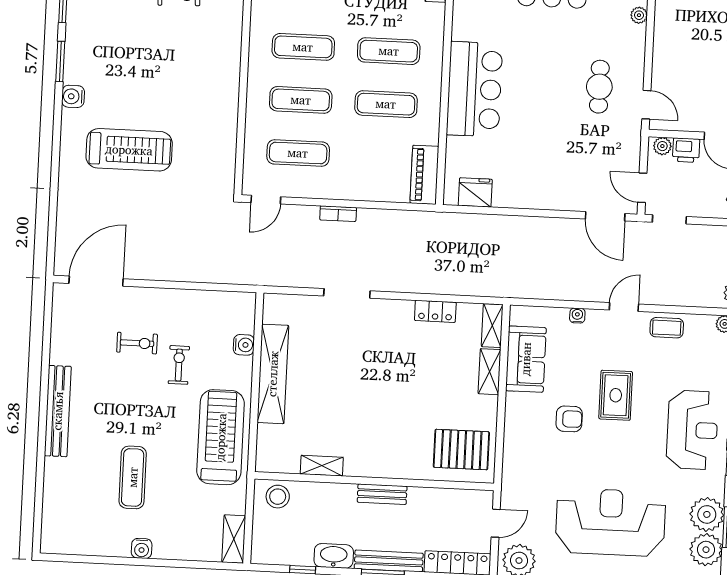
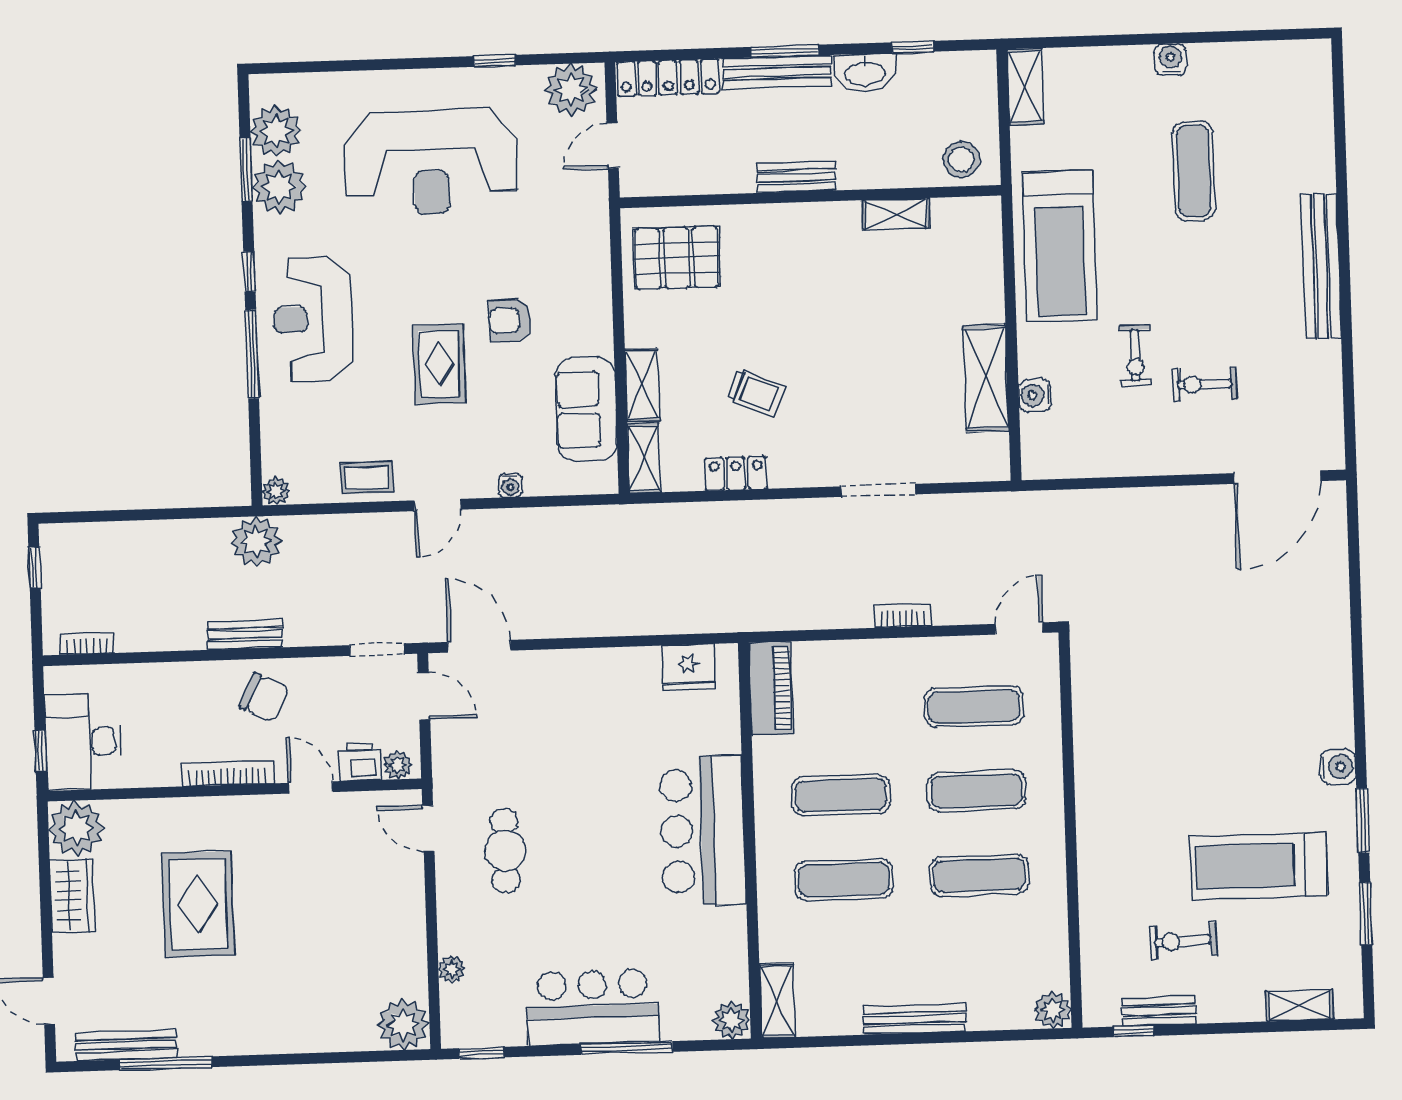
treadmill: (129, 150) -> (1259, 866), moved
trolley: (419, 361) -> (756, 393), added
shelving: (273, 374) -> (986, 378), width x0.68

